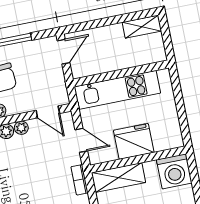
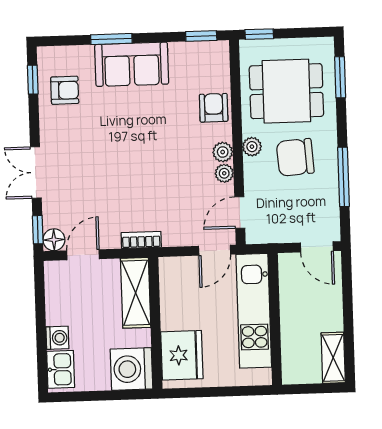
door: (81, 140) -> (215, 250), moved
fridge: (134, 141) -> (182, 355), moved

